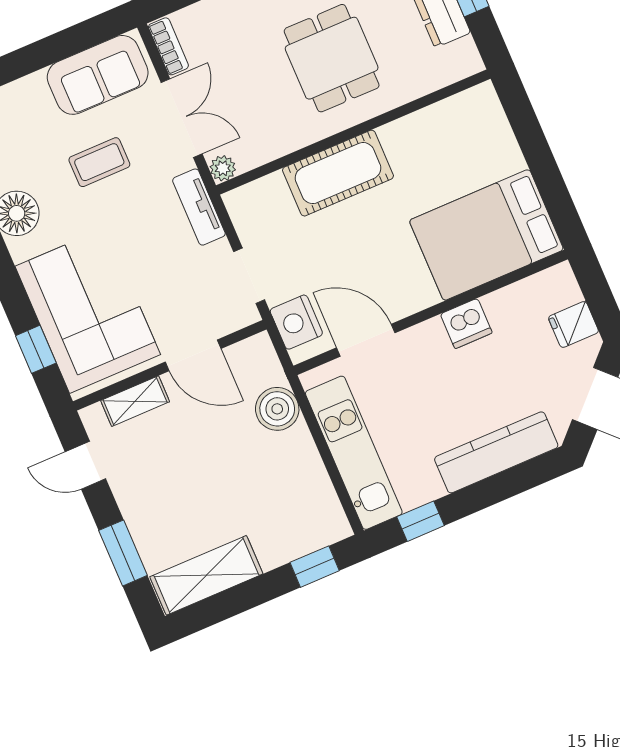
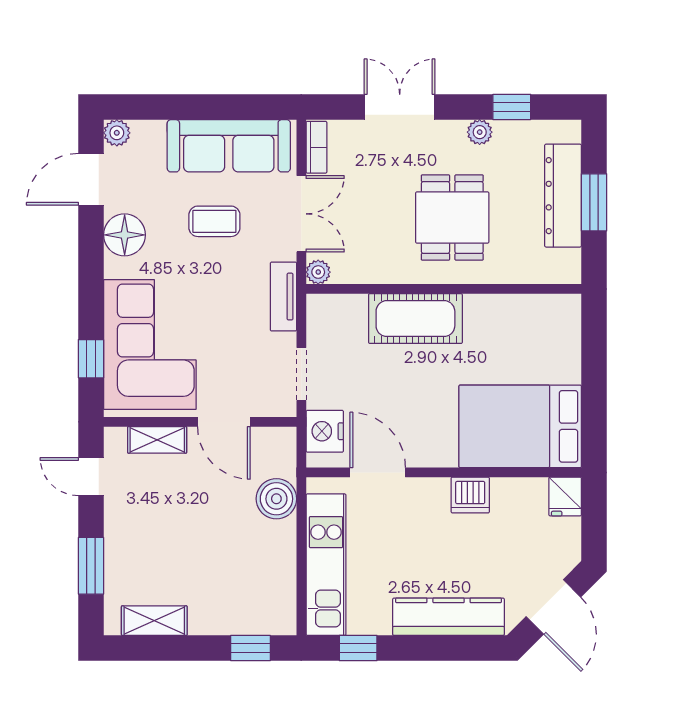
sofa: (98, 75) -> (229, 146), width x1.36
fridge: (573, 324) -> (565, 497), moved, turned -90
shelving: (206, 575) -> (154, 621), width x0.67, depth x0.75

